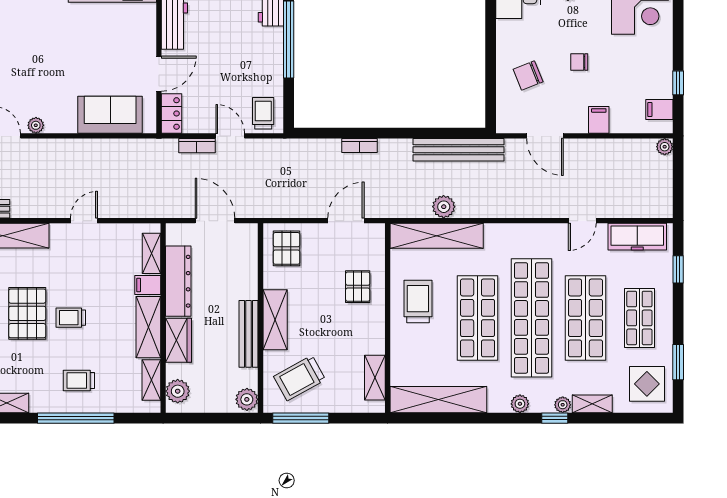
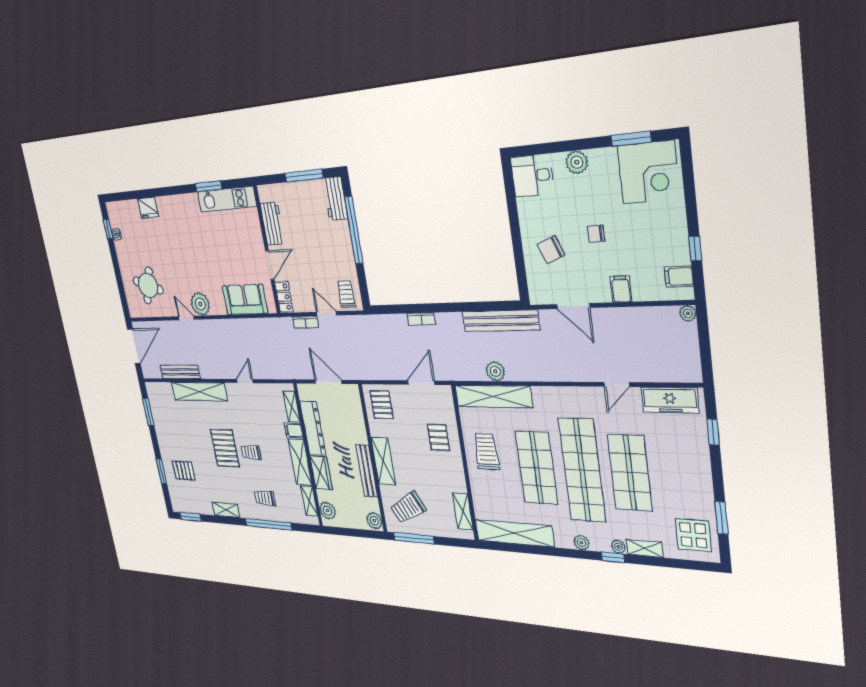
plant: (36, 125) -> (200, 304), width x1.88, depth x1.88
shop shelf: (639, 318) -> (680, 475), removed

